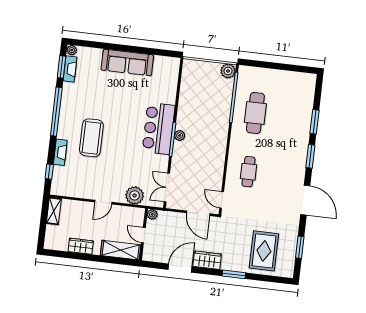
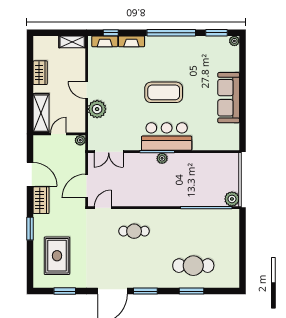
fireplace: (70, 69) -> (105, 41), moved
cafe table: (255, 113) -> (193, 266), moved
coffee table: (91, 138) -> (164, 92), moved
window: (310, 156) -> (145, 291), moved
double door: (167, 188) -> (109, 152), swing flipped
plant: (135, 195) -> (97, 109), moved
rug: (264, 251) -> (57, 256), turned 90

